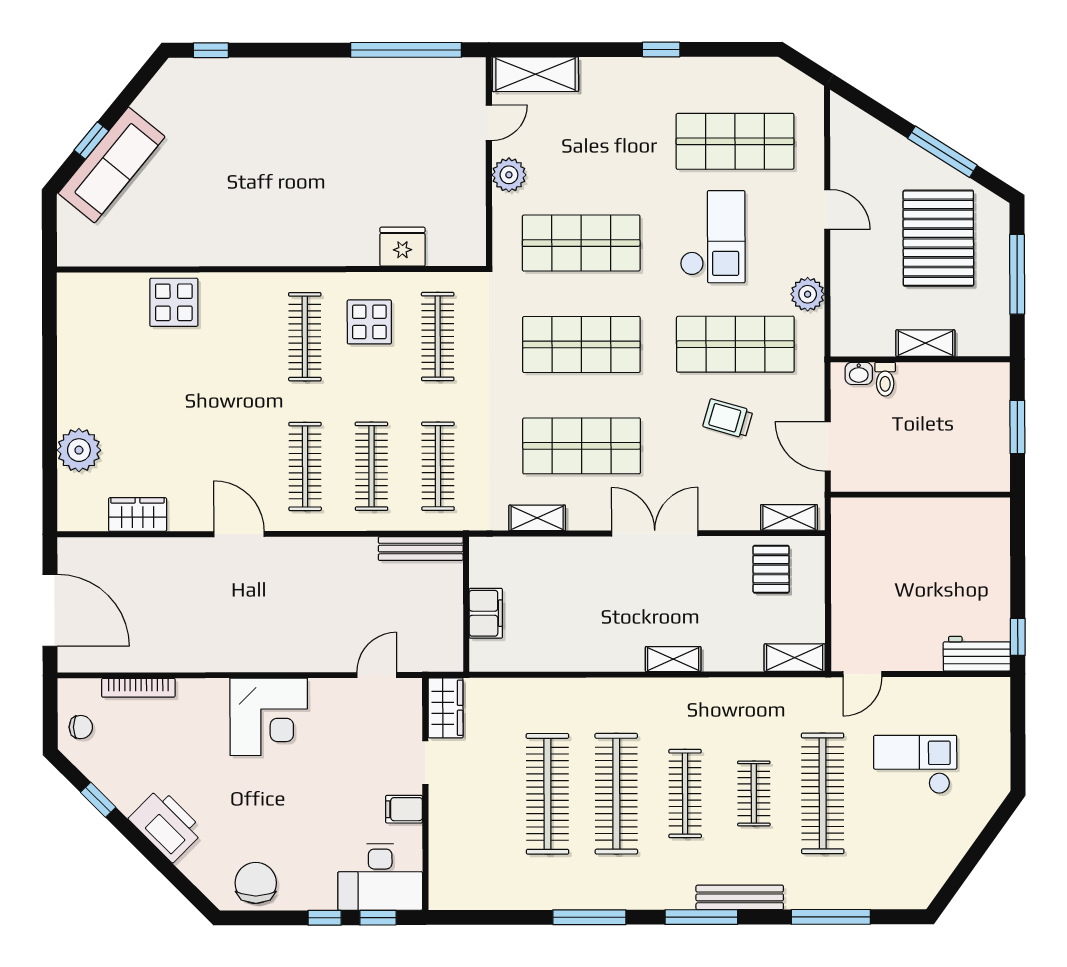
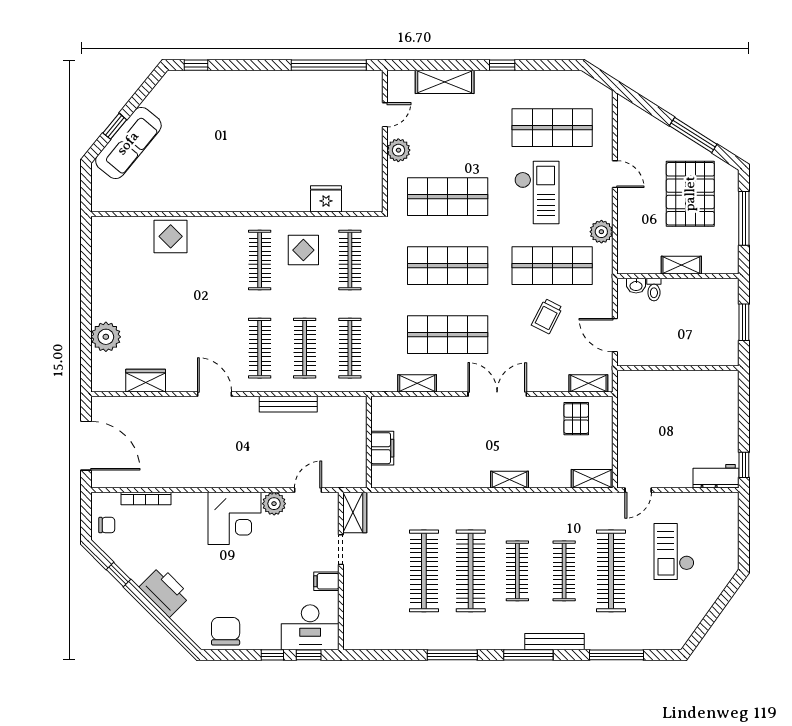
shelving: (535, 74) -> (445, 82), moved
trolley: (728, 419) -> (547, 316), turned -79
bench: (421, 549) -> (288, 404), moved
plant: (327, 695) -> (274, 504), added
checkout: (915, 765) -> (674, 552), turned -90
clothes rail: (754, 793) -> (564, 571), width x1.36

